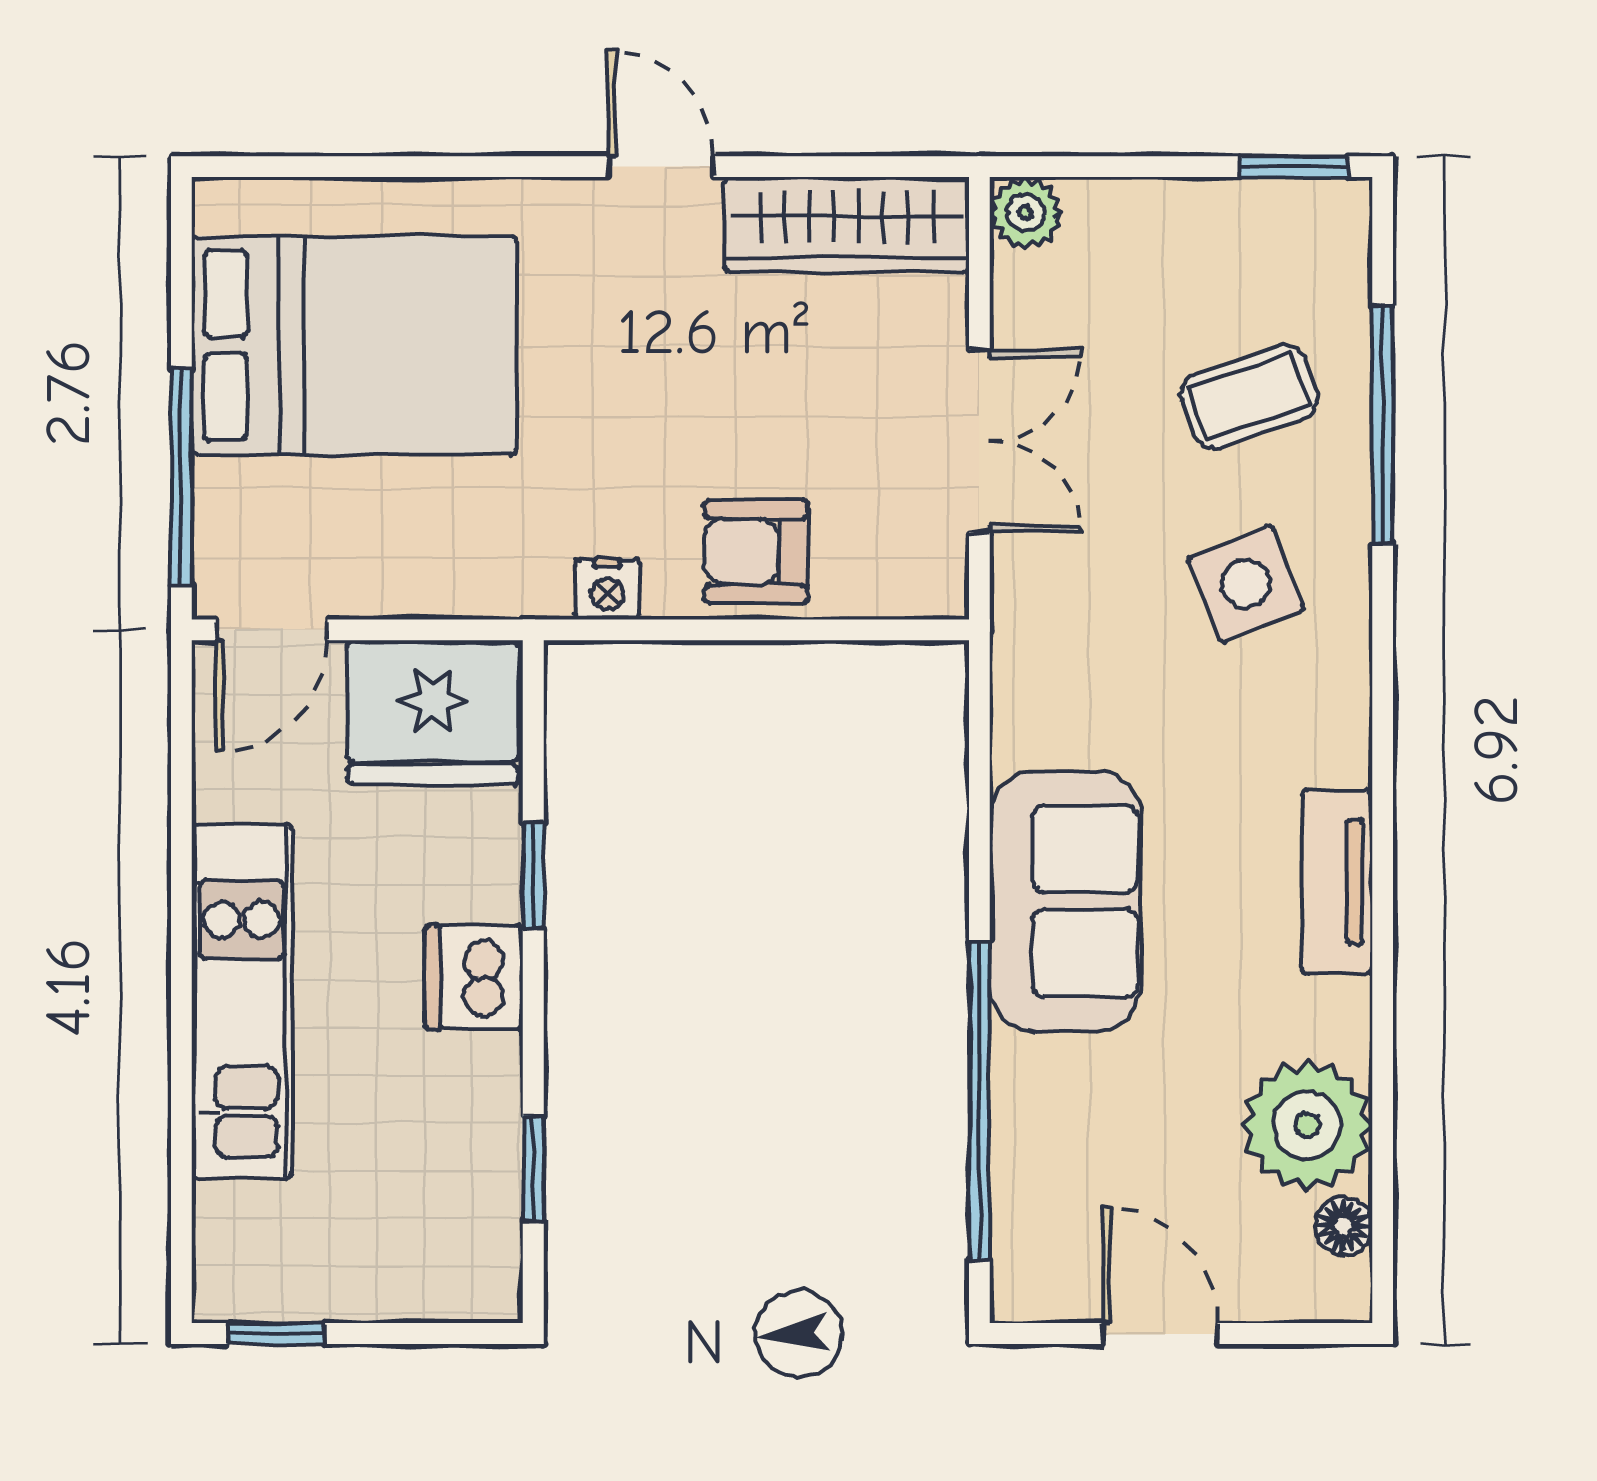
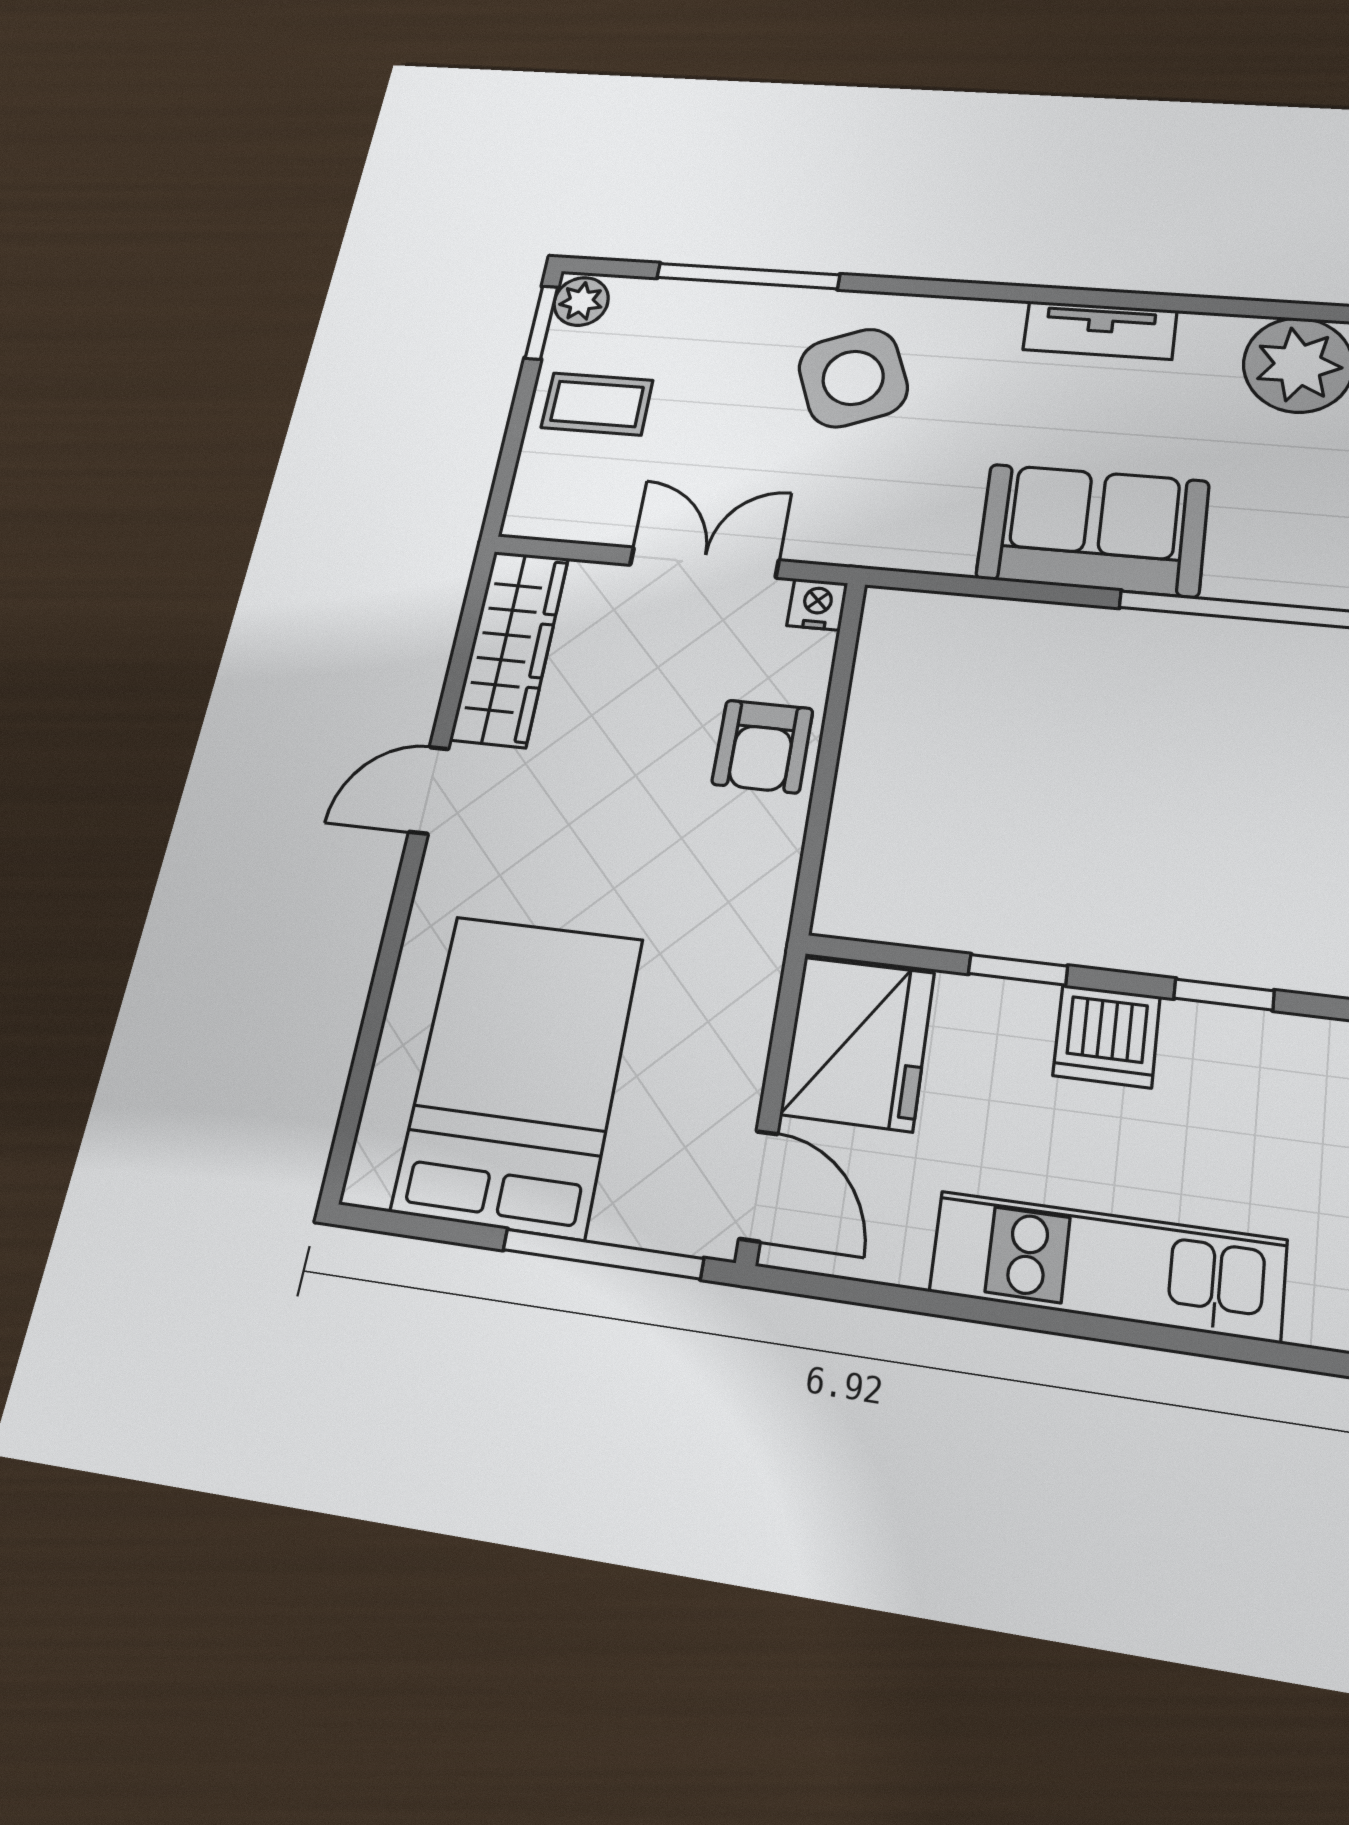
plant: (1025, 213) -> (581, 301), moved
coffee table: (1249, 397) -> (597, 404), moved, turned -71
side table: (1246, 584) -> (853, 378), width x1.37, depth x1.37
nightstand: (607, 589) -> (817, 604), moved, turned -90
window: (533, 1168) -> (1224, 994), moved

